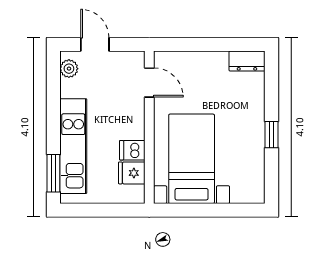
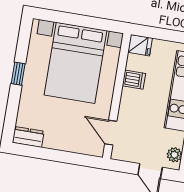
bed with nightstands: (192, 159) -> (75, 63), width x1.36
fridge: (132, 173) -> (140, 45), moved

